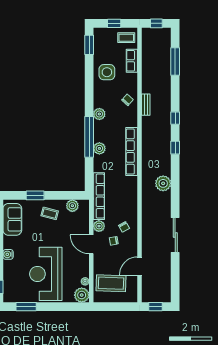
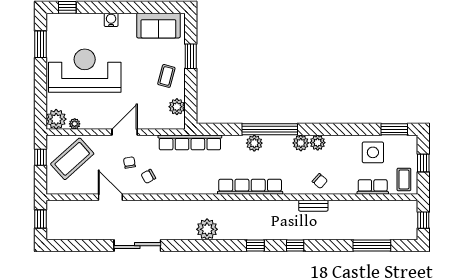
side table: (107, 72) -> (373, 152), moved
plant: (99, 226) -> (318, 143), moved
door: (140, 266) -> (110, 197), moved
coffee table: (111, 283) -> (72, 159), turned 46
window: (110, 307) -> (40, 157), added

